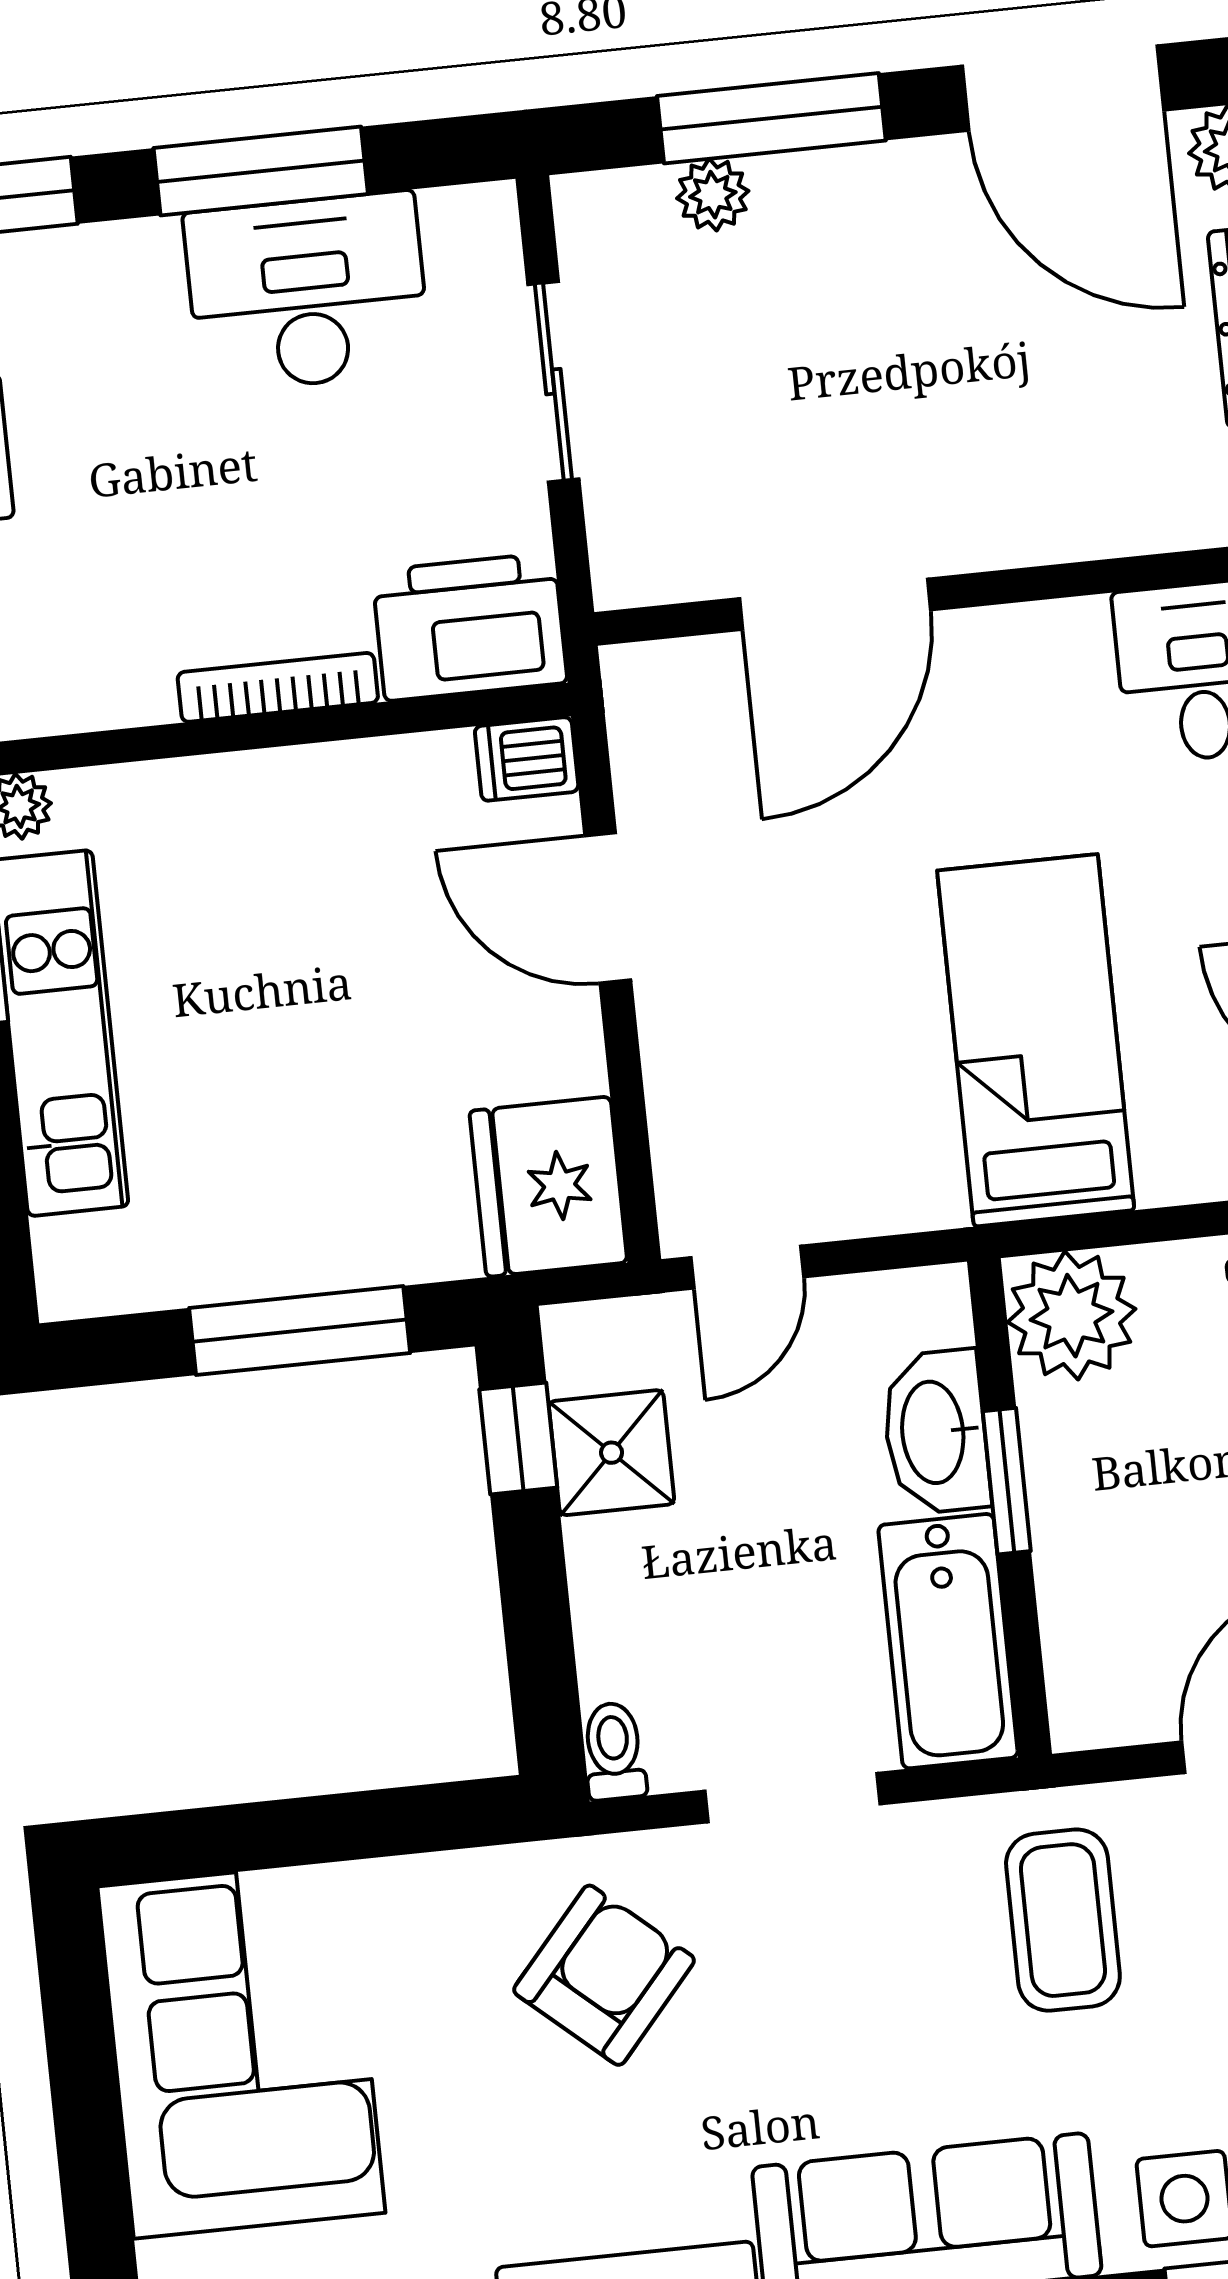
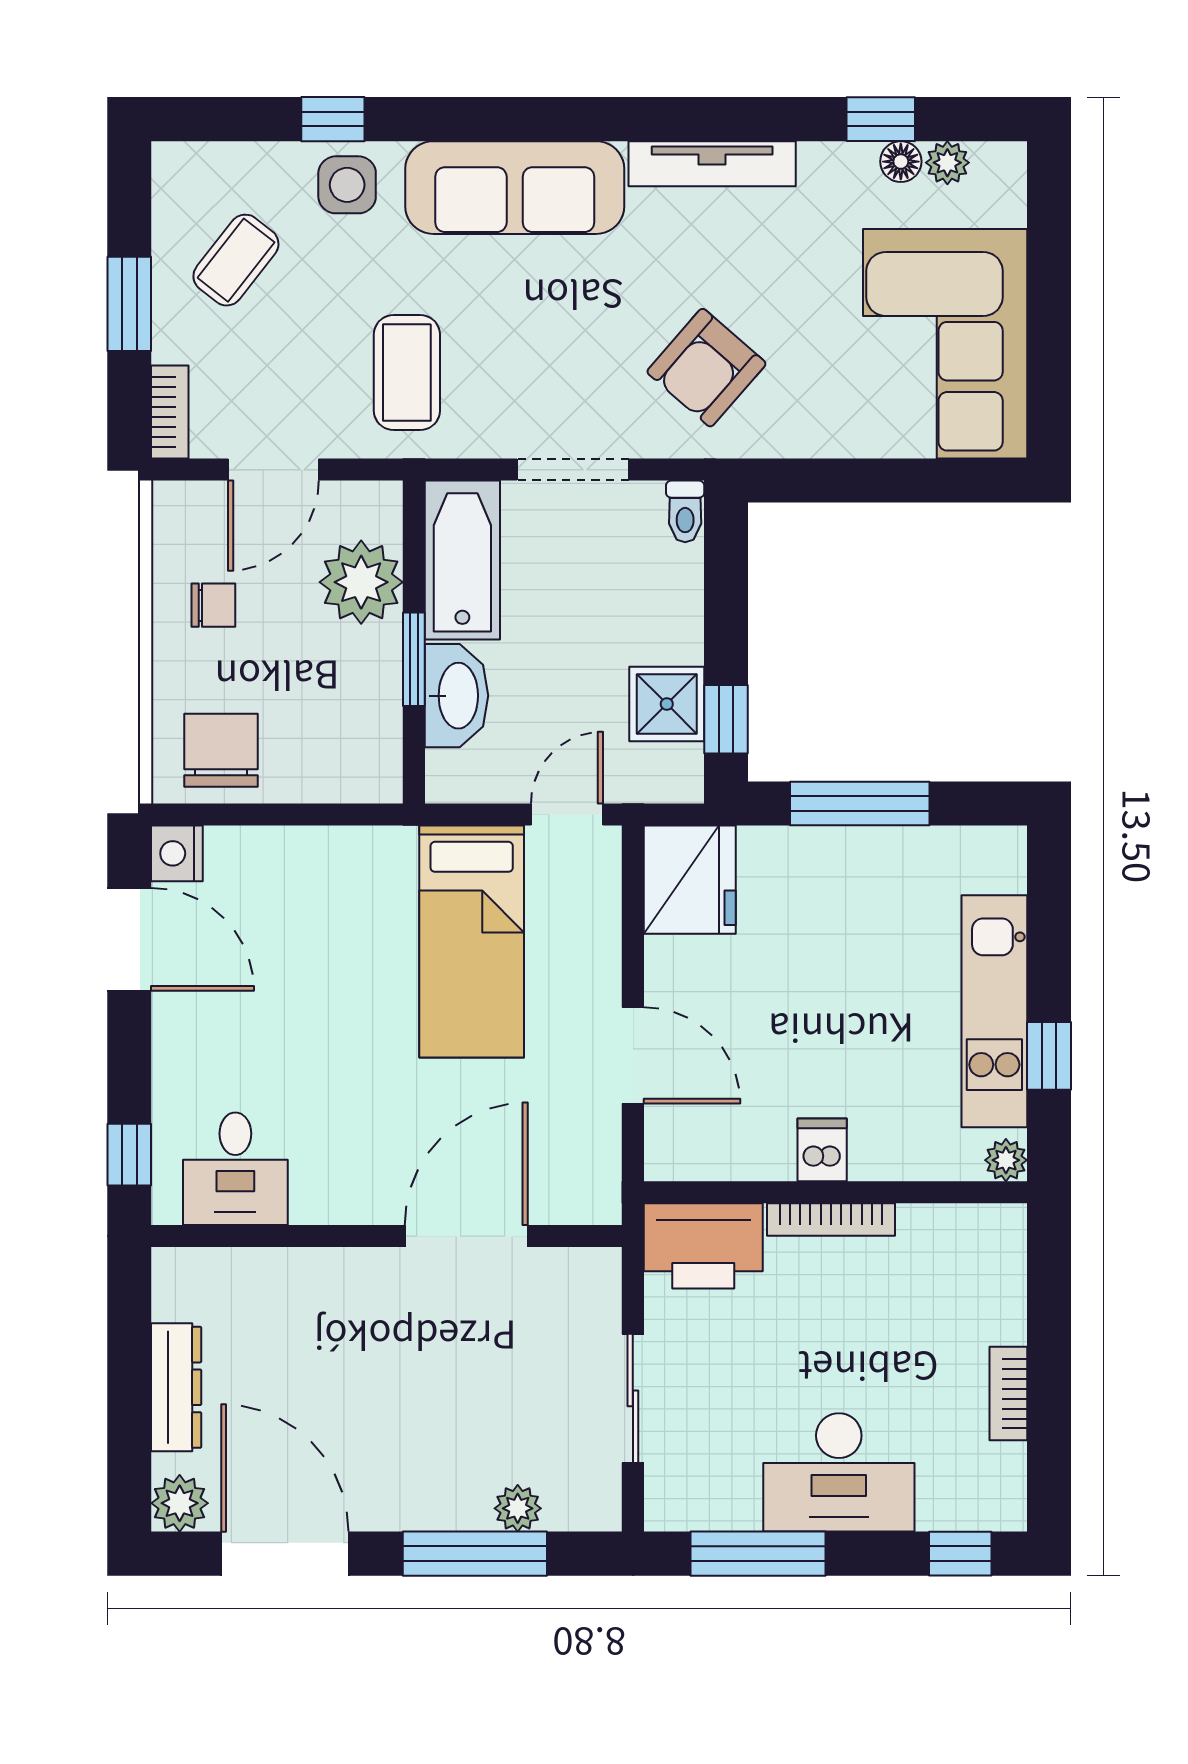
window: (261, 171) -> (758, 1554), moved
desk: (307, 292) -> (839, 1472), moved
dishwasher: (527, 759) -> (822, 1150), moved, turned -90
bed: (1036, 1040) -> (472, 942), moved
plant: (1071, 1316) -> (361, 582), moved

